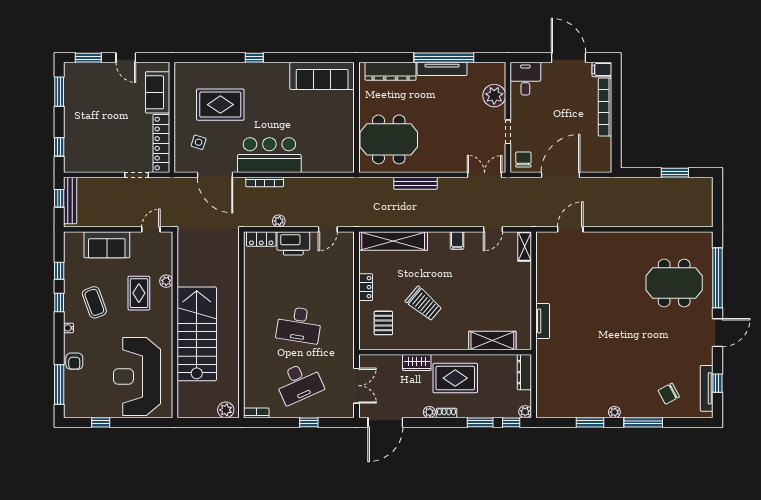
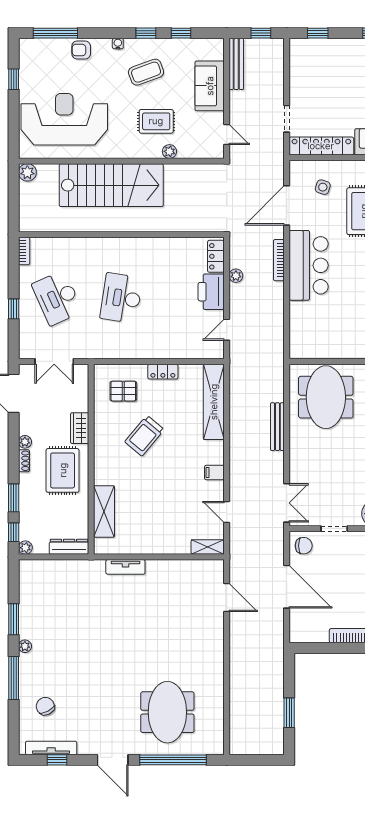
bench: (70, 201) -> (236, 64), moved, turned 90
door: (328, 229) -> (227, 330), hinge flipped
plant: (226, 410) -> (27, 172), moved

